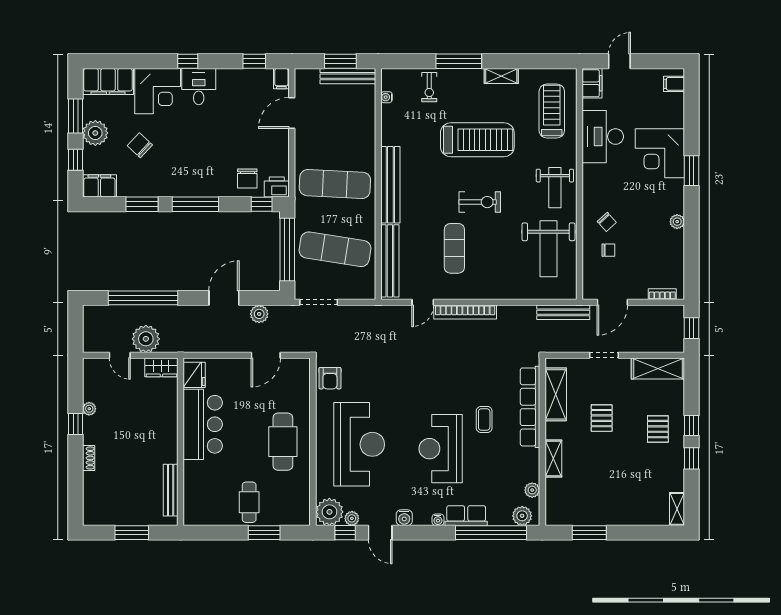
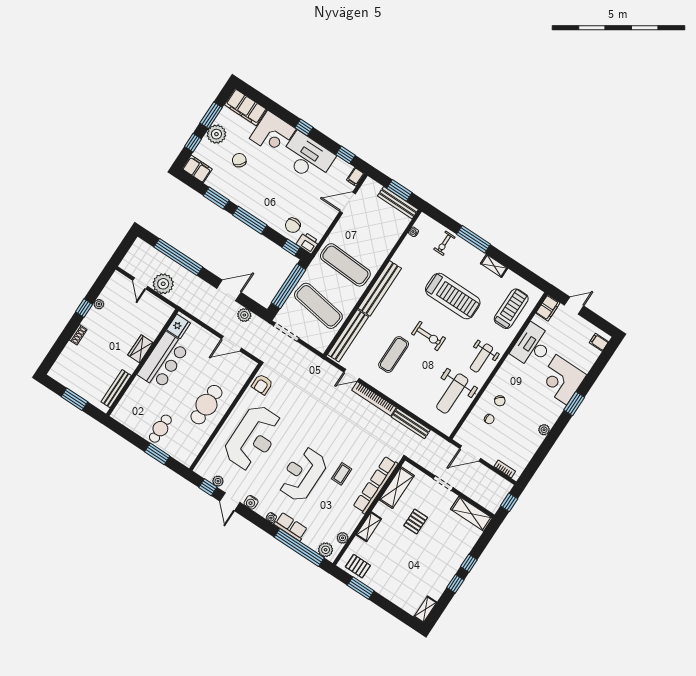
desk: (199, 87) -> (307, 157), width x1.87, depth x1.30
bench: (563, 312) -> (411, 423), moved
wardrobe: (161, 367) -> (140, 349), moved, turned 90
pallet: (658, 429) -> (358, 566), moved, turned 90
plant: (329, 512) -> (207, 468), removed

